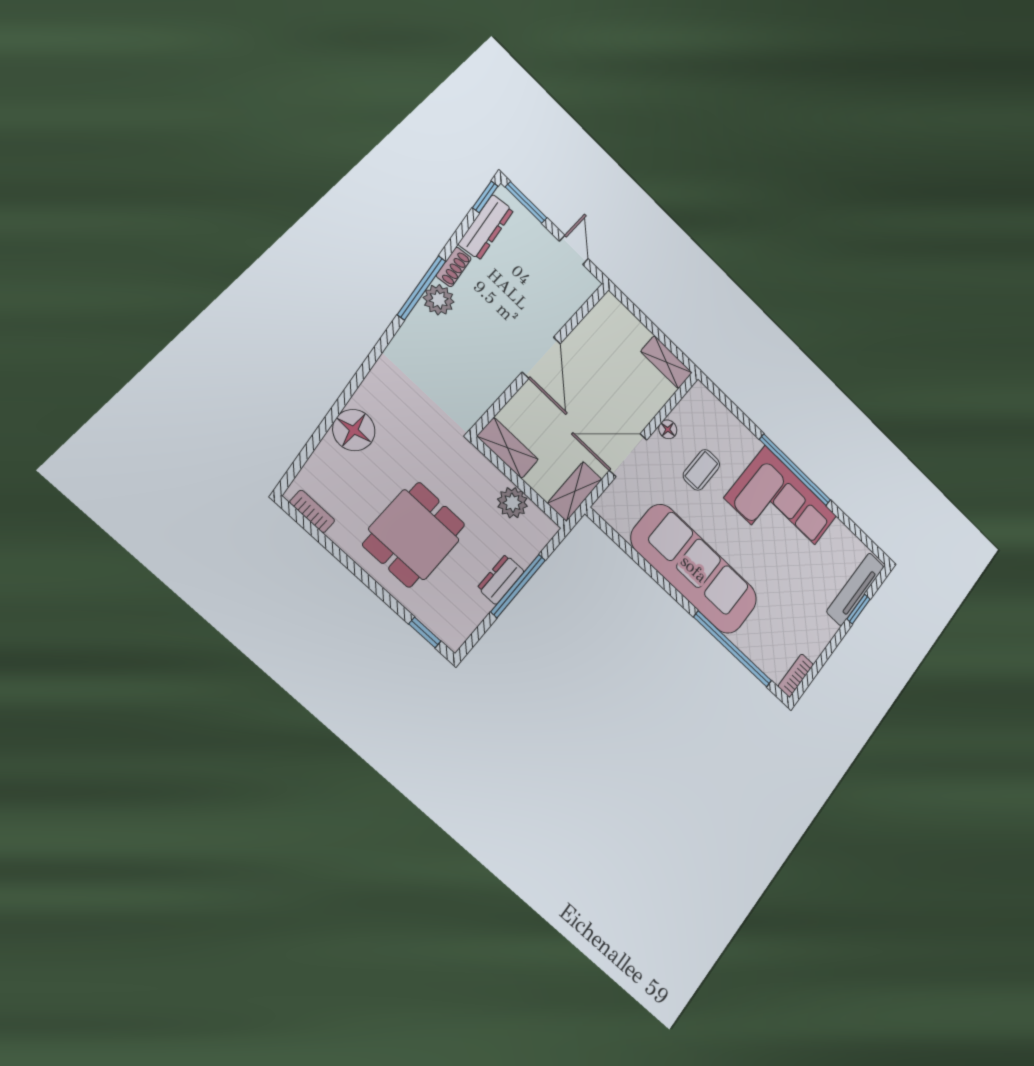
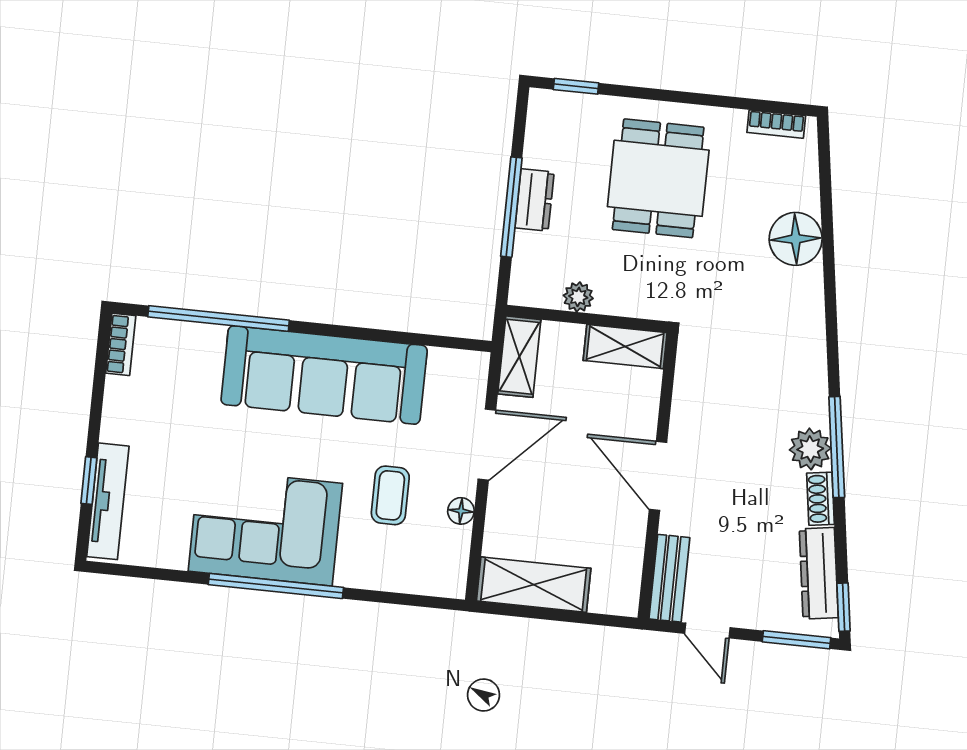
bench: (575, 296) -> (669, 578), added
shelving: (666, 362) -> (534, 585), width x1.50, depth x1.33
plant: (512, 503) -> (578, 297), width x0.73, depth x0.73

